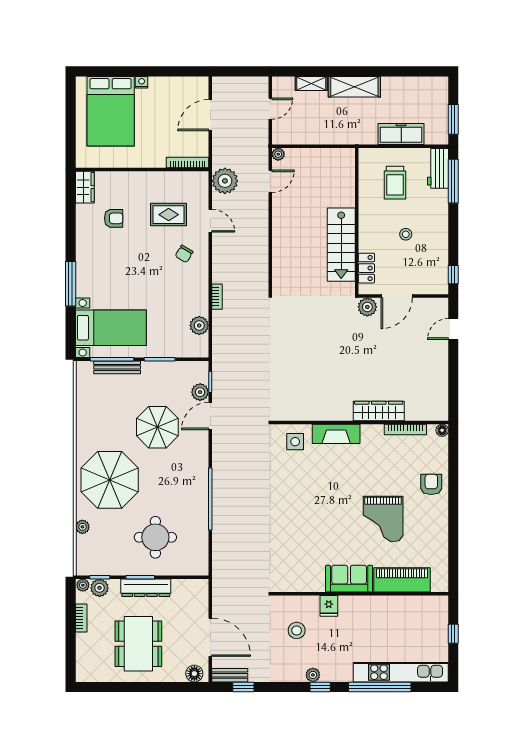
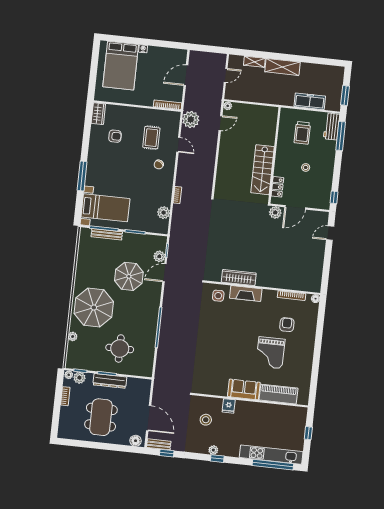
rug: (169, 215) -> (151, 138), turned 90
wardrobe: (379, 411) -> (239, 278), moved
armchair: (431, 484) -> (287, 325), moved
window: (380, 687) -> (273, 465), moved

